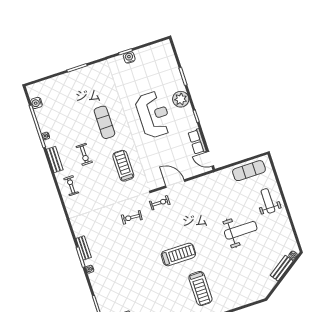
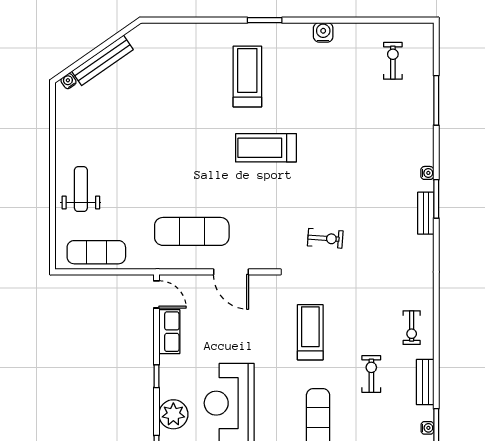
treadmill: (123, 166) -> (310, 332), turned 180
exercise mat: (203, 198) -> (192, 231), added
weight bench: (268, 201) -> (81, 189), turned 180
exercise bike: (160, 203) -> (269, 248), removed
weight bench: (241, 230) -> (145, 154), removed
bench: (282, 268) -> (102, 60), width x1.36

